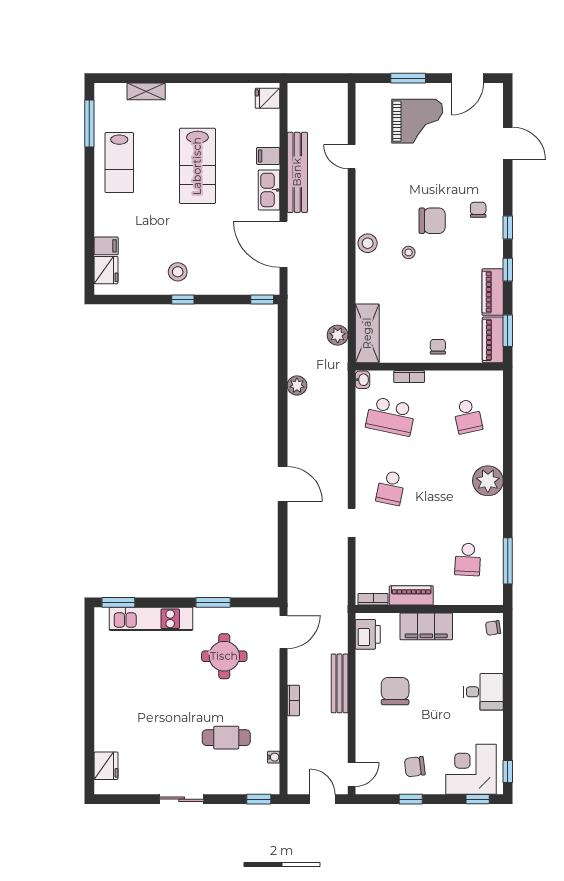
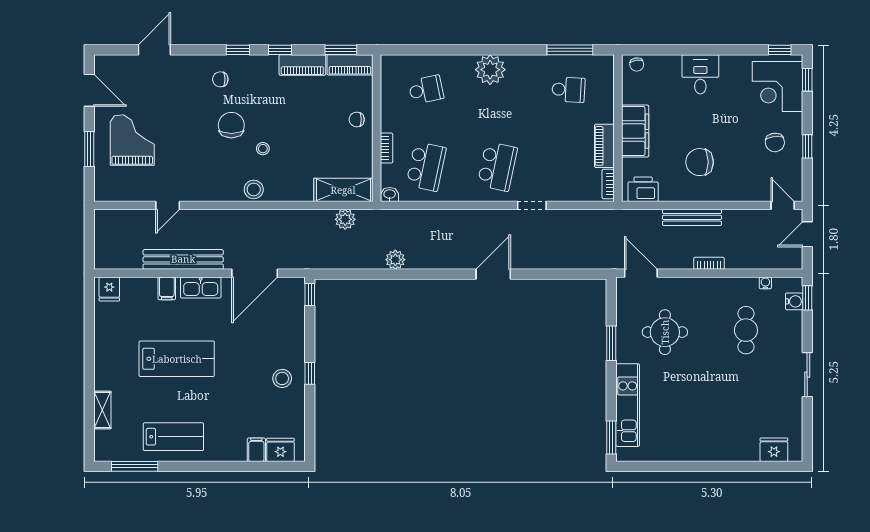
school desk: (391, 488) -> (497, 166), width x1.85
water cooler: (255, 786) -> (794, 301), added

